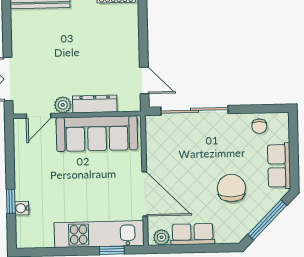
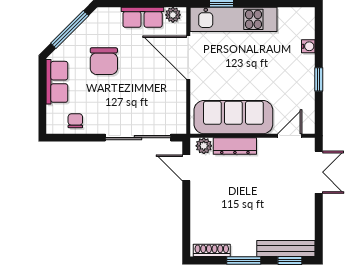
plant: (63, 105) -> (204, 146), moved
window: (11, 201) -> (319, 79), moved

